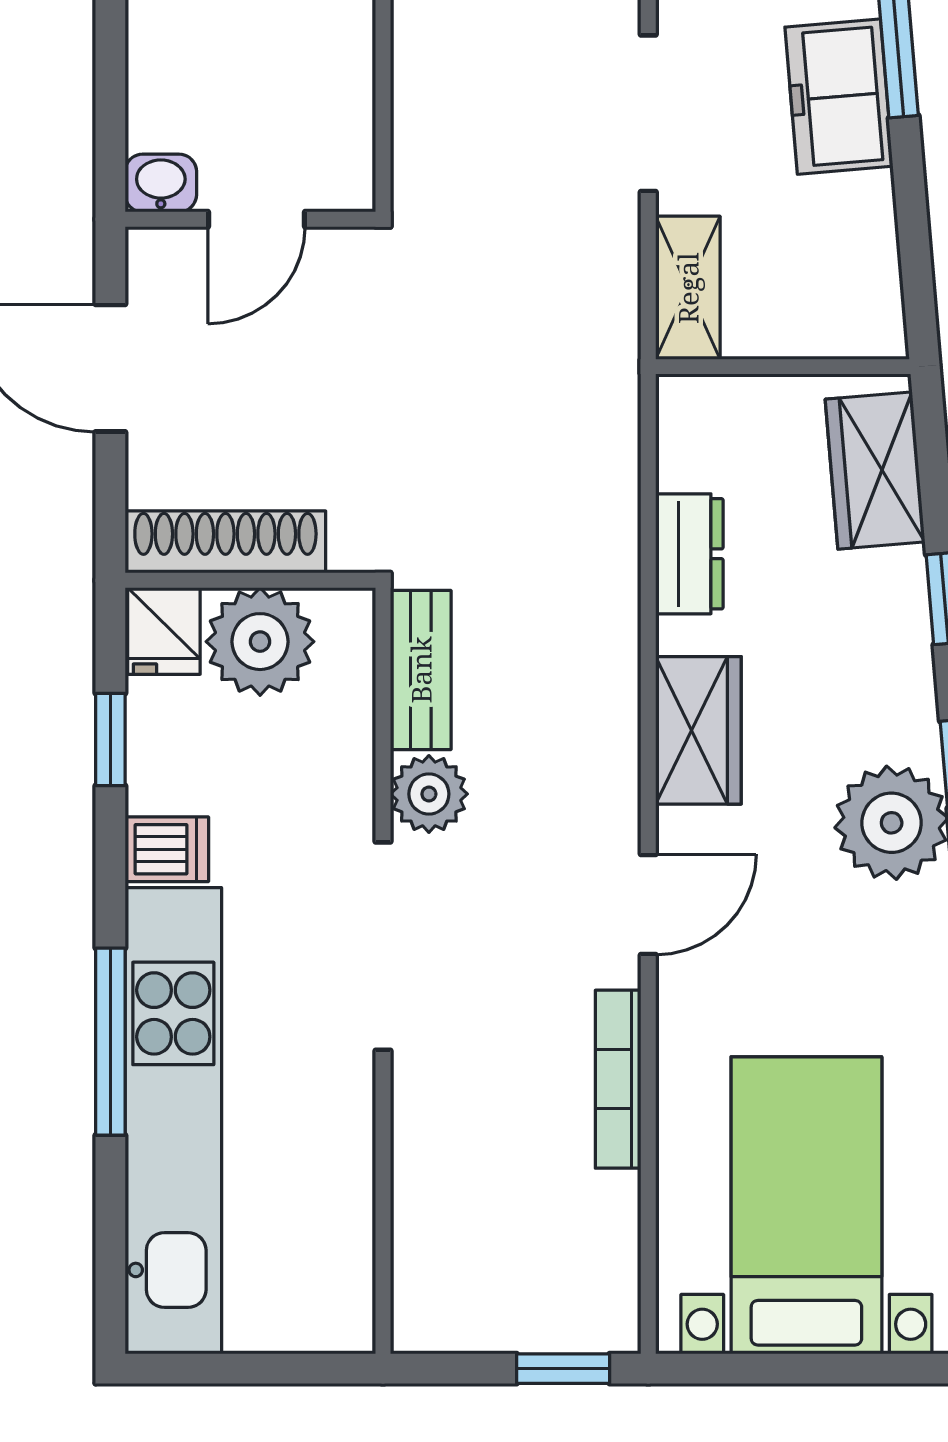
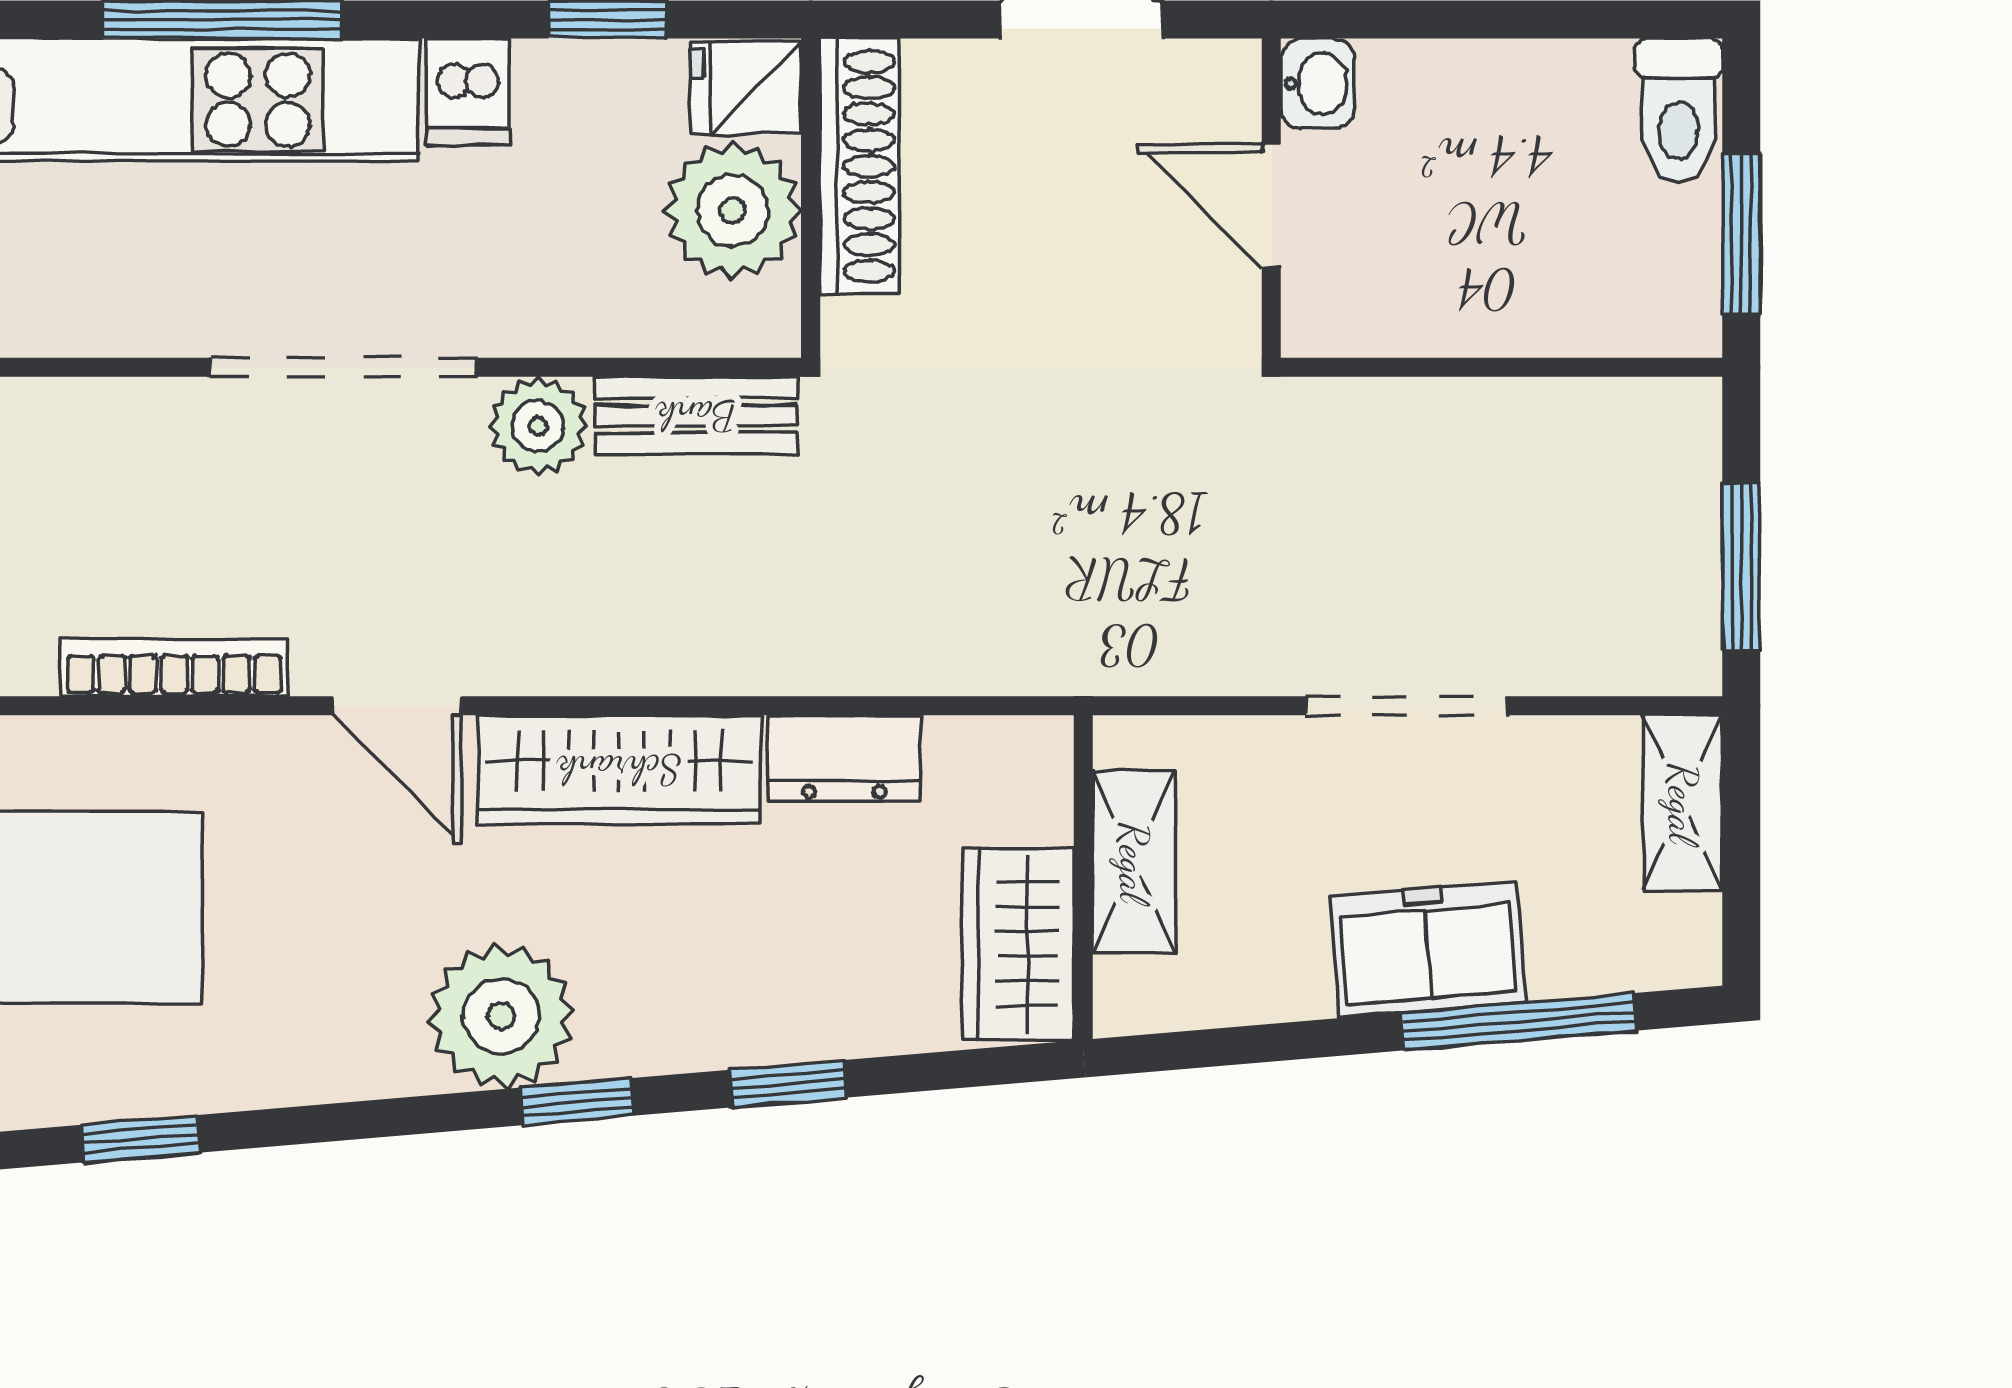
shelving: (688, 288) -> (1134, 862), moved, turned 90
wardrobe: (875, 471) -> (1018, 944), moved, turned -85
wardrobe: (698, 730) -> (619, 770), width x1.50

